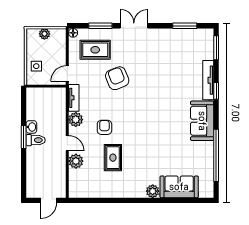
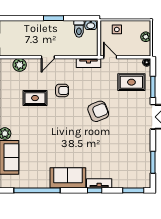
rug: (95, 50) -> (131, 82), turned 90
armchair: (117, 78) -> (98, 111), moved
tv unit: (208, 80) -> (99, 183), width x0.71
plant: (76, 120) -> (69, 65), removed
washbasin: (31, 127) -> (91, 25), moved
toilet: (36, 140) -> (79, 29), moved
plant: (76, 161) -> (20, 65), moved

